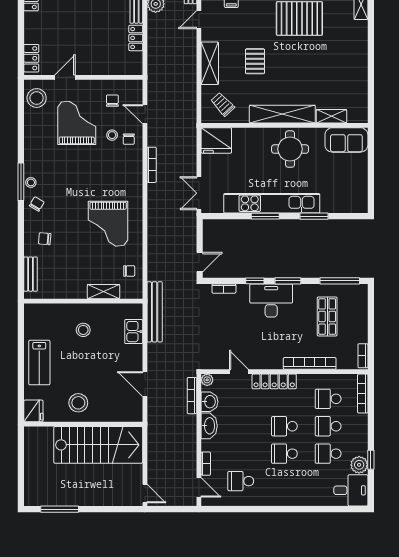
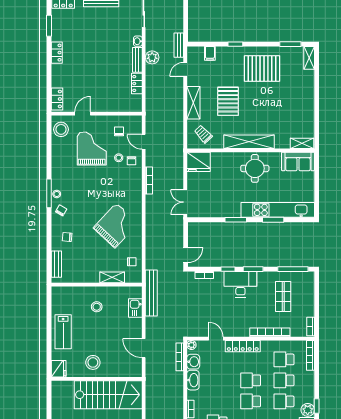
pallet: (255, 61) -> (228, 101), width x1.50, depth x1.42
shelving: (331, 116) -> (302, 143), moved
kitchen unit: (272, 203) -> (278, 210), moved
grand piano: (108, 224) -> (116, 226), turned -137

